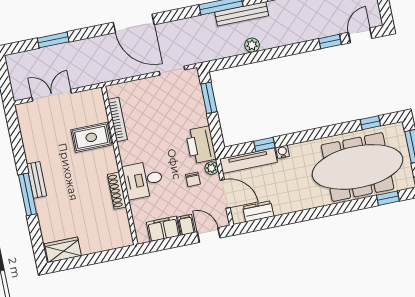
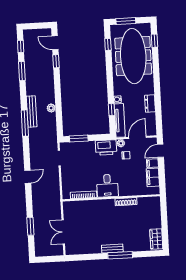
door: (134, 23) -> (28, 177), width x0.53
rug: (91, 137) -> (92, 212), removed
desk: (143, 180) -> (107, 186), moved
dresser: (258, 211) -> (150, 104), moved

